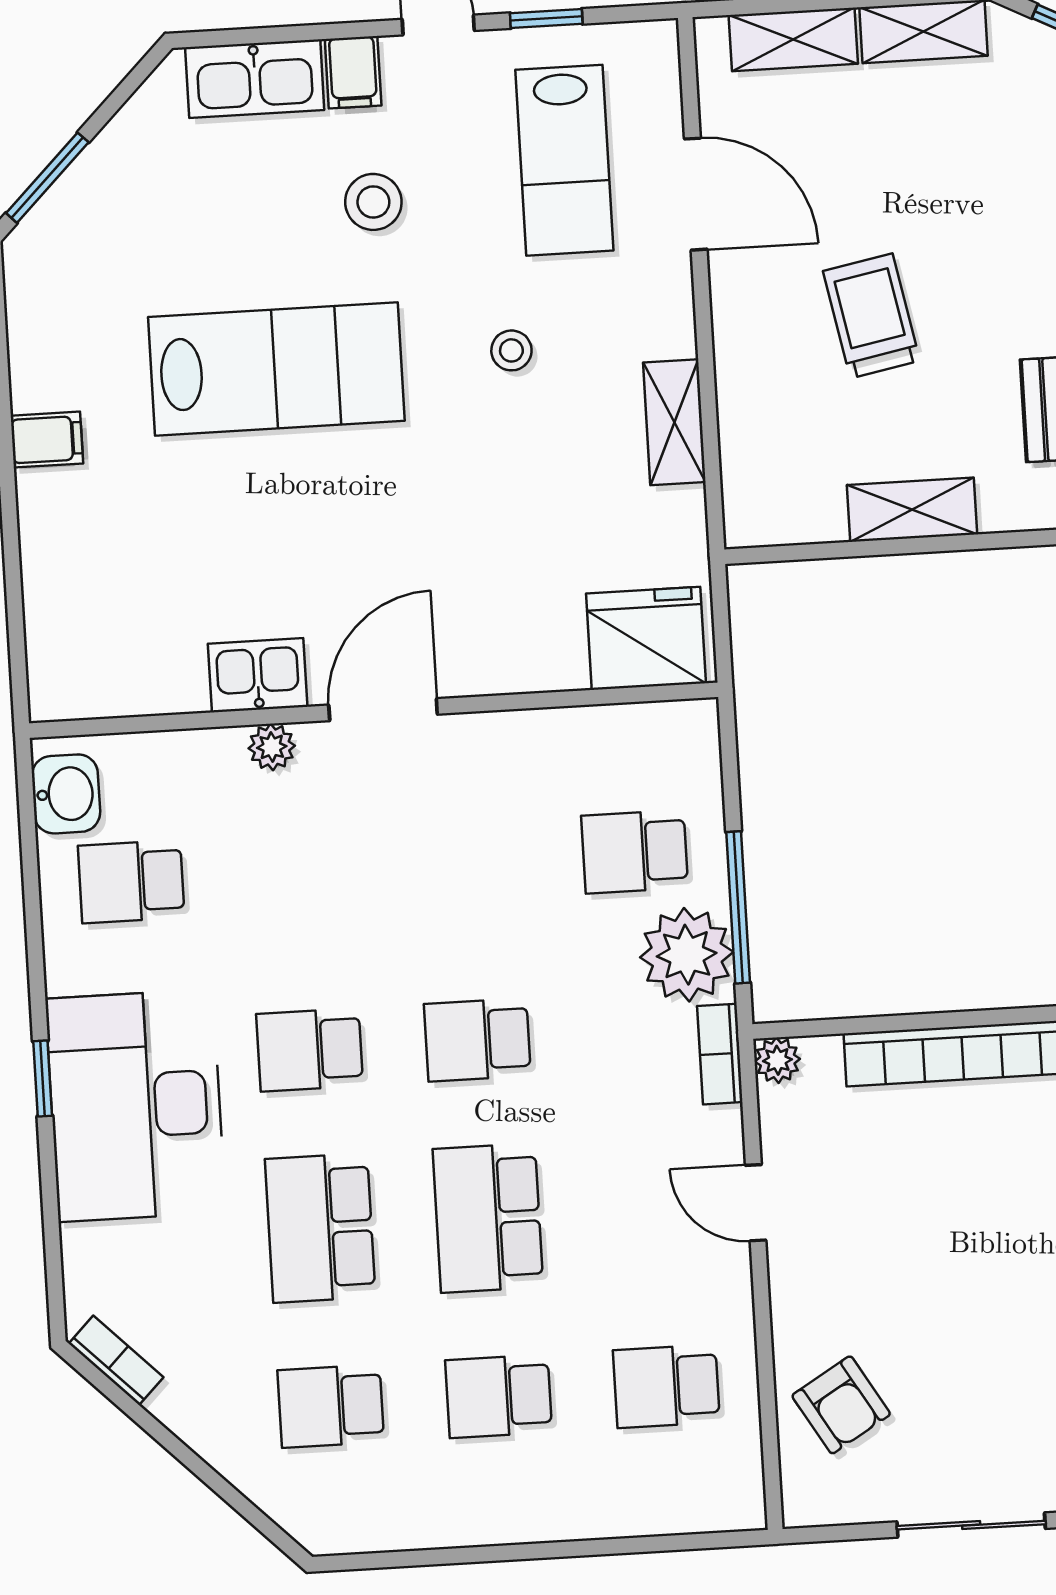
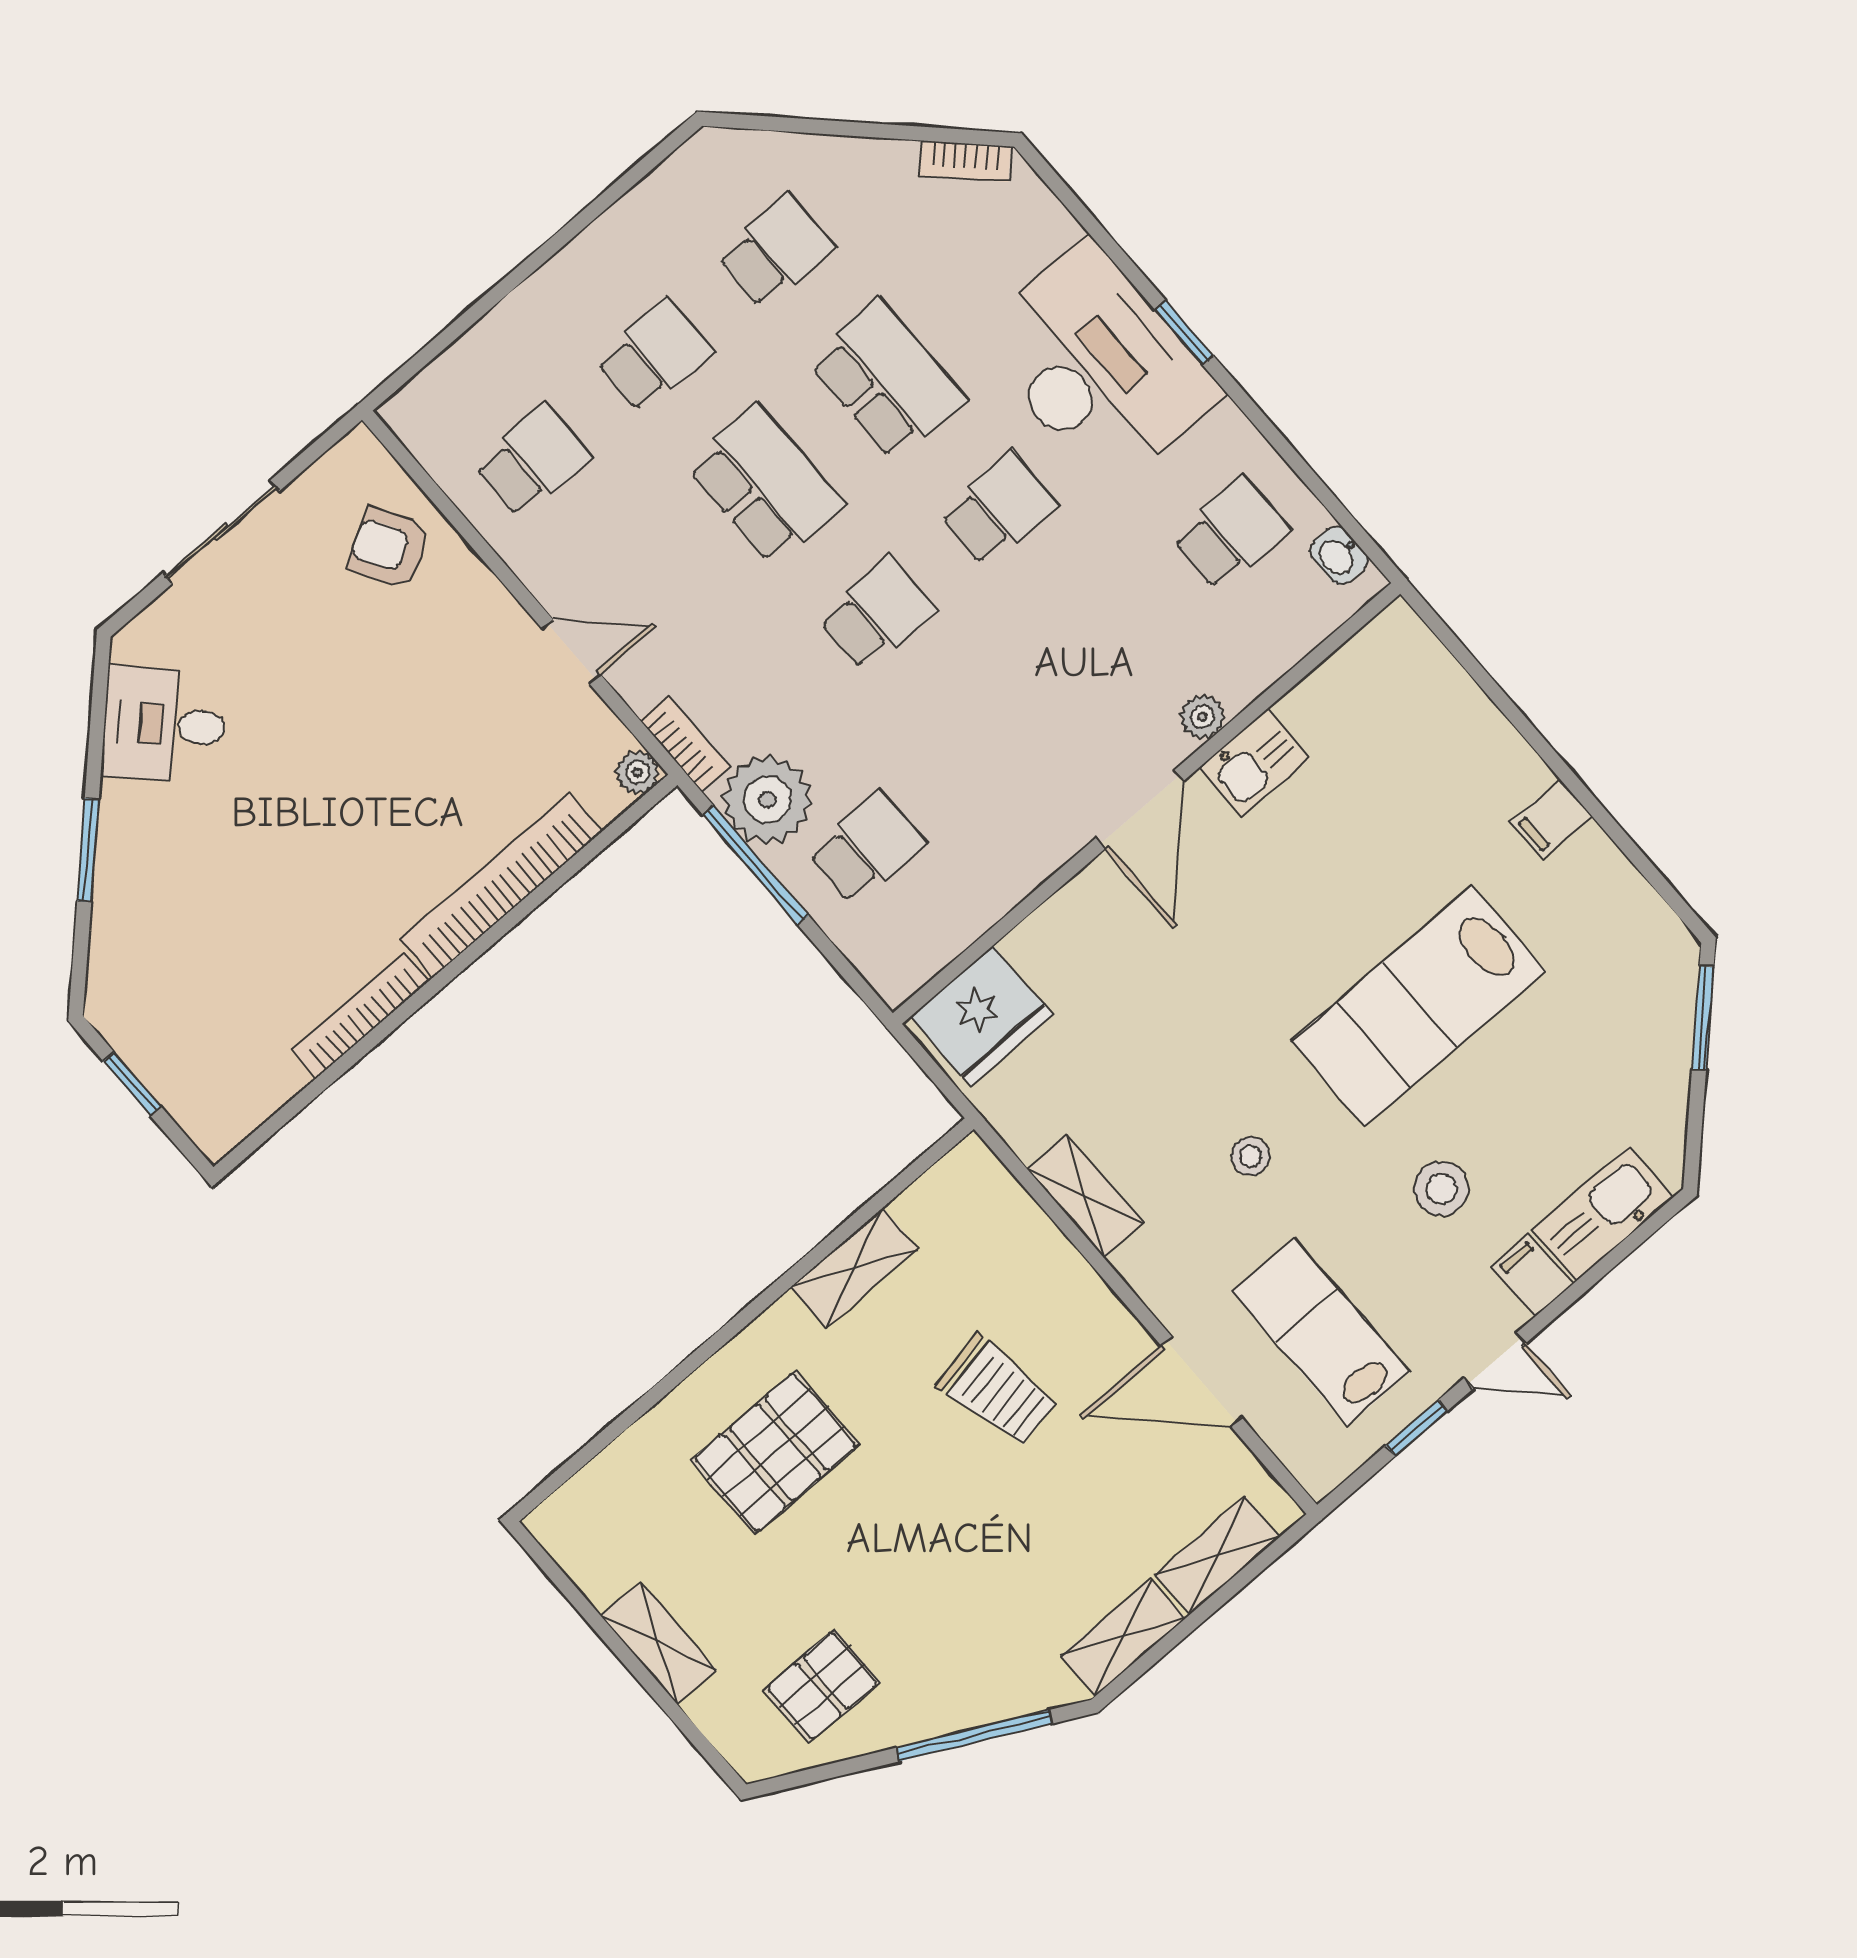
washbasin: (66, 794) -> (1339, 555), width x0.72, depth x0.69

